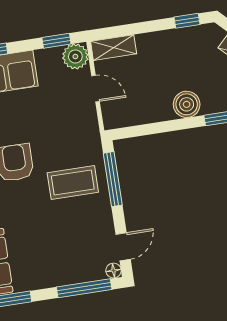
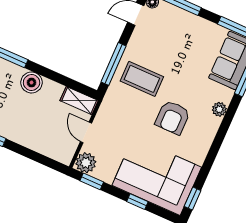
shelving: (114, 48) -> (79, 101), moved

